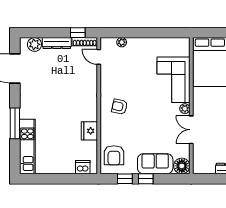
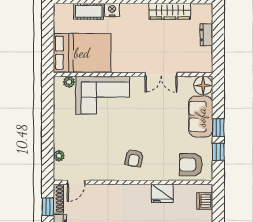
plant: (185, 109) -> (69, 82), moved
armchair: (114, 155) -> (191, 165), turned 180

